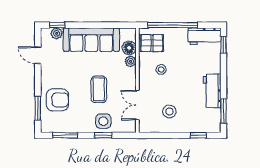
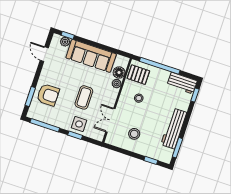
workbench: (212, 91) -> (174, 129), width x1.38
window: (65, 135) -> (45, 125), width x1.44

